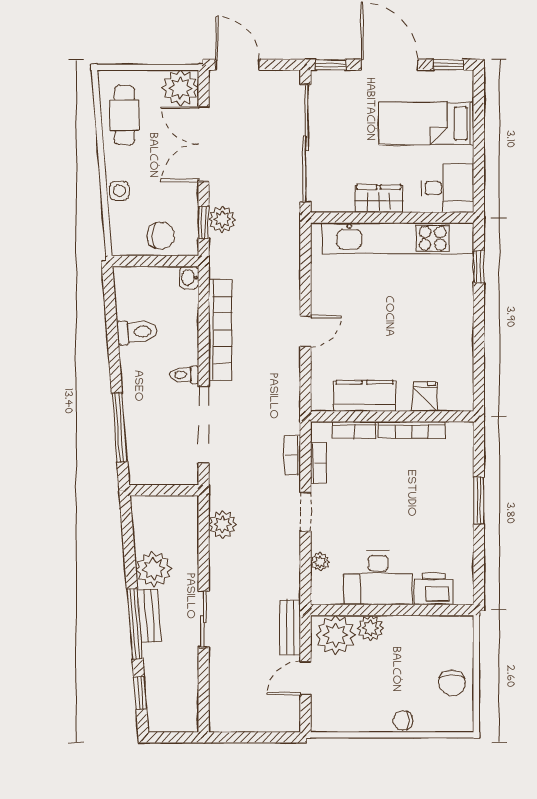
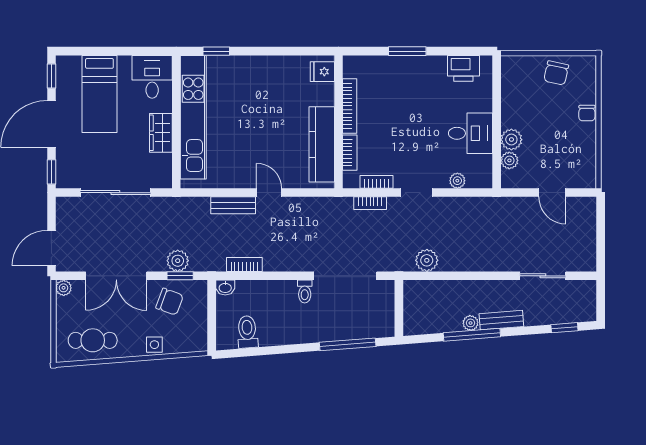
plant: (180, 88) -> (64, 288), width x0.53, depth x0.53
sliding door: (306, 143) -> (115, 193), width x0.73
chair: (161, 236) -> (170, 302), moved, turned 110
bookcase: (220, 330) -> (244, 264), width x0.43, depth x0.76
toilet: (137, 332) -> (247, 332), moved
kitchen counter: (364, 396) -> (322, 144), width x1.50
fridge: (425, 397) -> (322, 72), moved
plant: (153, 569) -> (471, 323), width x0.53, depth x0.53
desk: (378, 578) -> (471, 133), width x0.73
printer: (434, 589) -> (463, 68), moved, turned -90
sliding door: (204, 619) -> (543, 276), moved
window: (135, 624) -> (472, 335), moved
bench: (290, 628) -> (233, 205), moved
plant: (336, 635) -> (509, 160), width x0.53, depth x0.53
chair: (452, 683) -> (556, 73), turned 102

